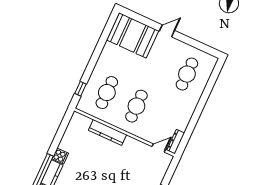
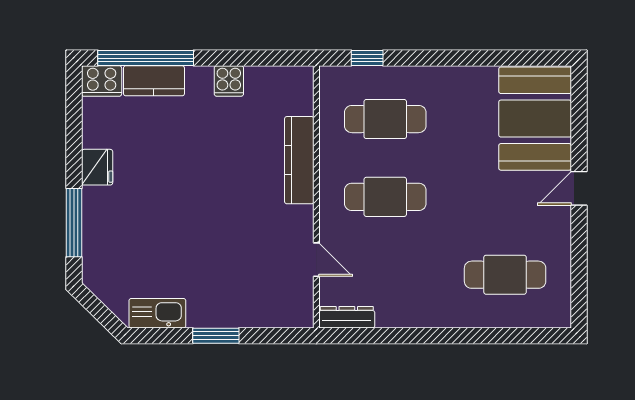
door: (167, 31) -> (579, 188), swing flipped
door: (159, 148) -> (316, 260), moved
cooker: (60, 156) -> (229, 81), moved

